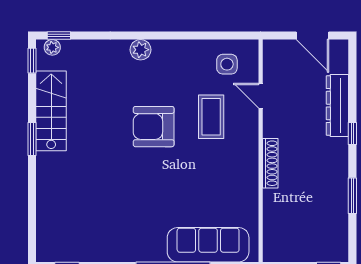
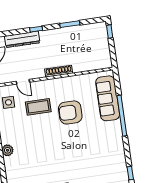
door: (261, 96) -> (23, 82), hinge flipped
armchair: (154, 127) -> (70, 112), moved, turned 90

